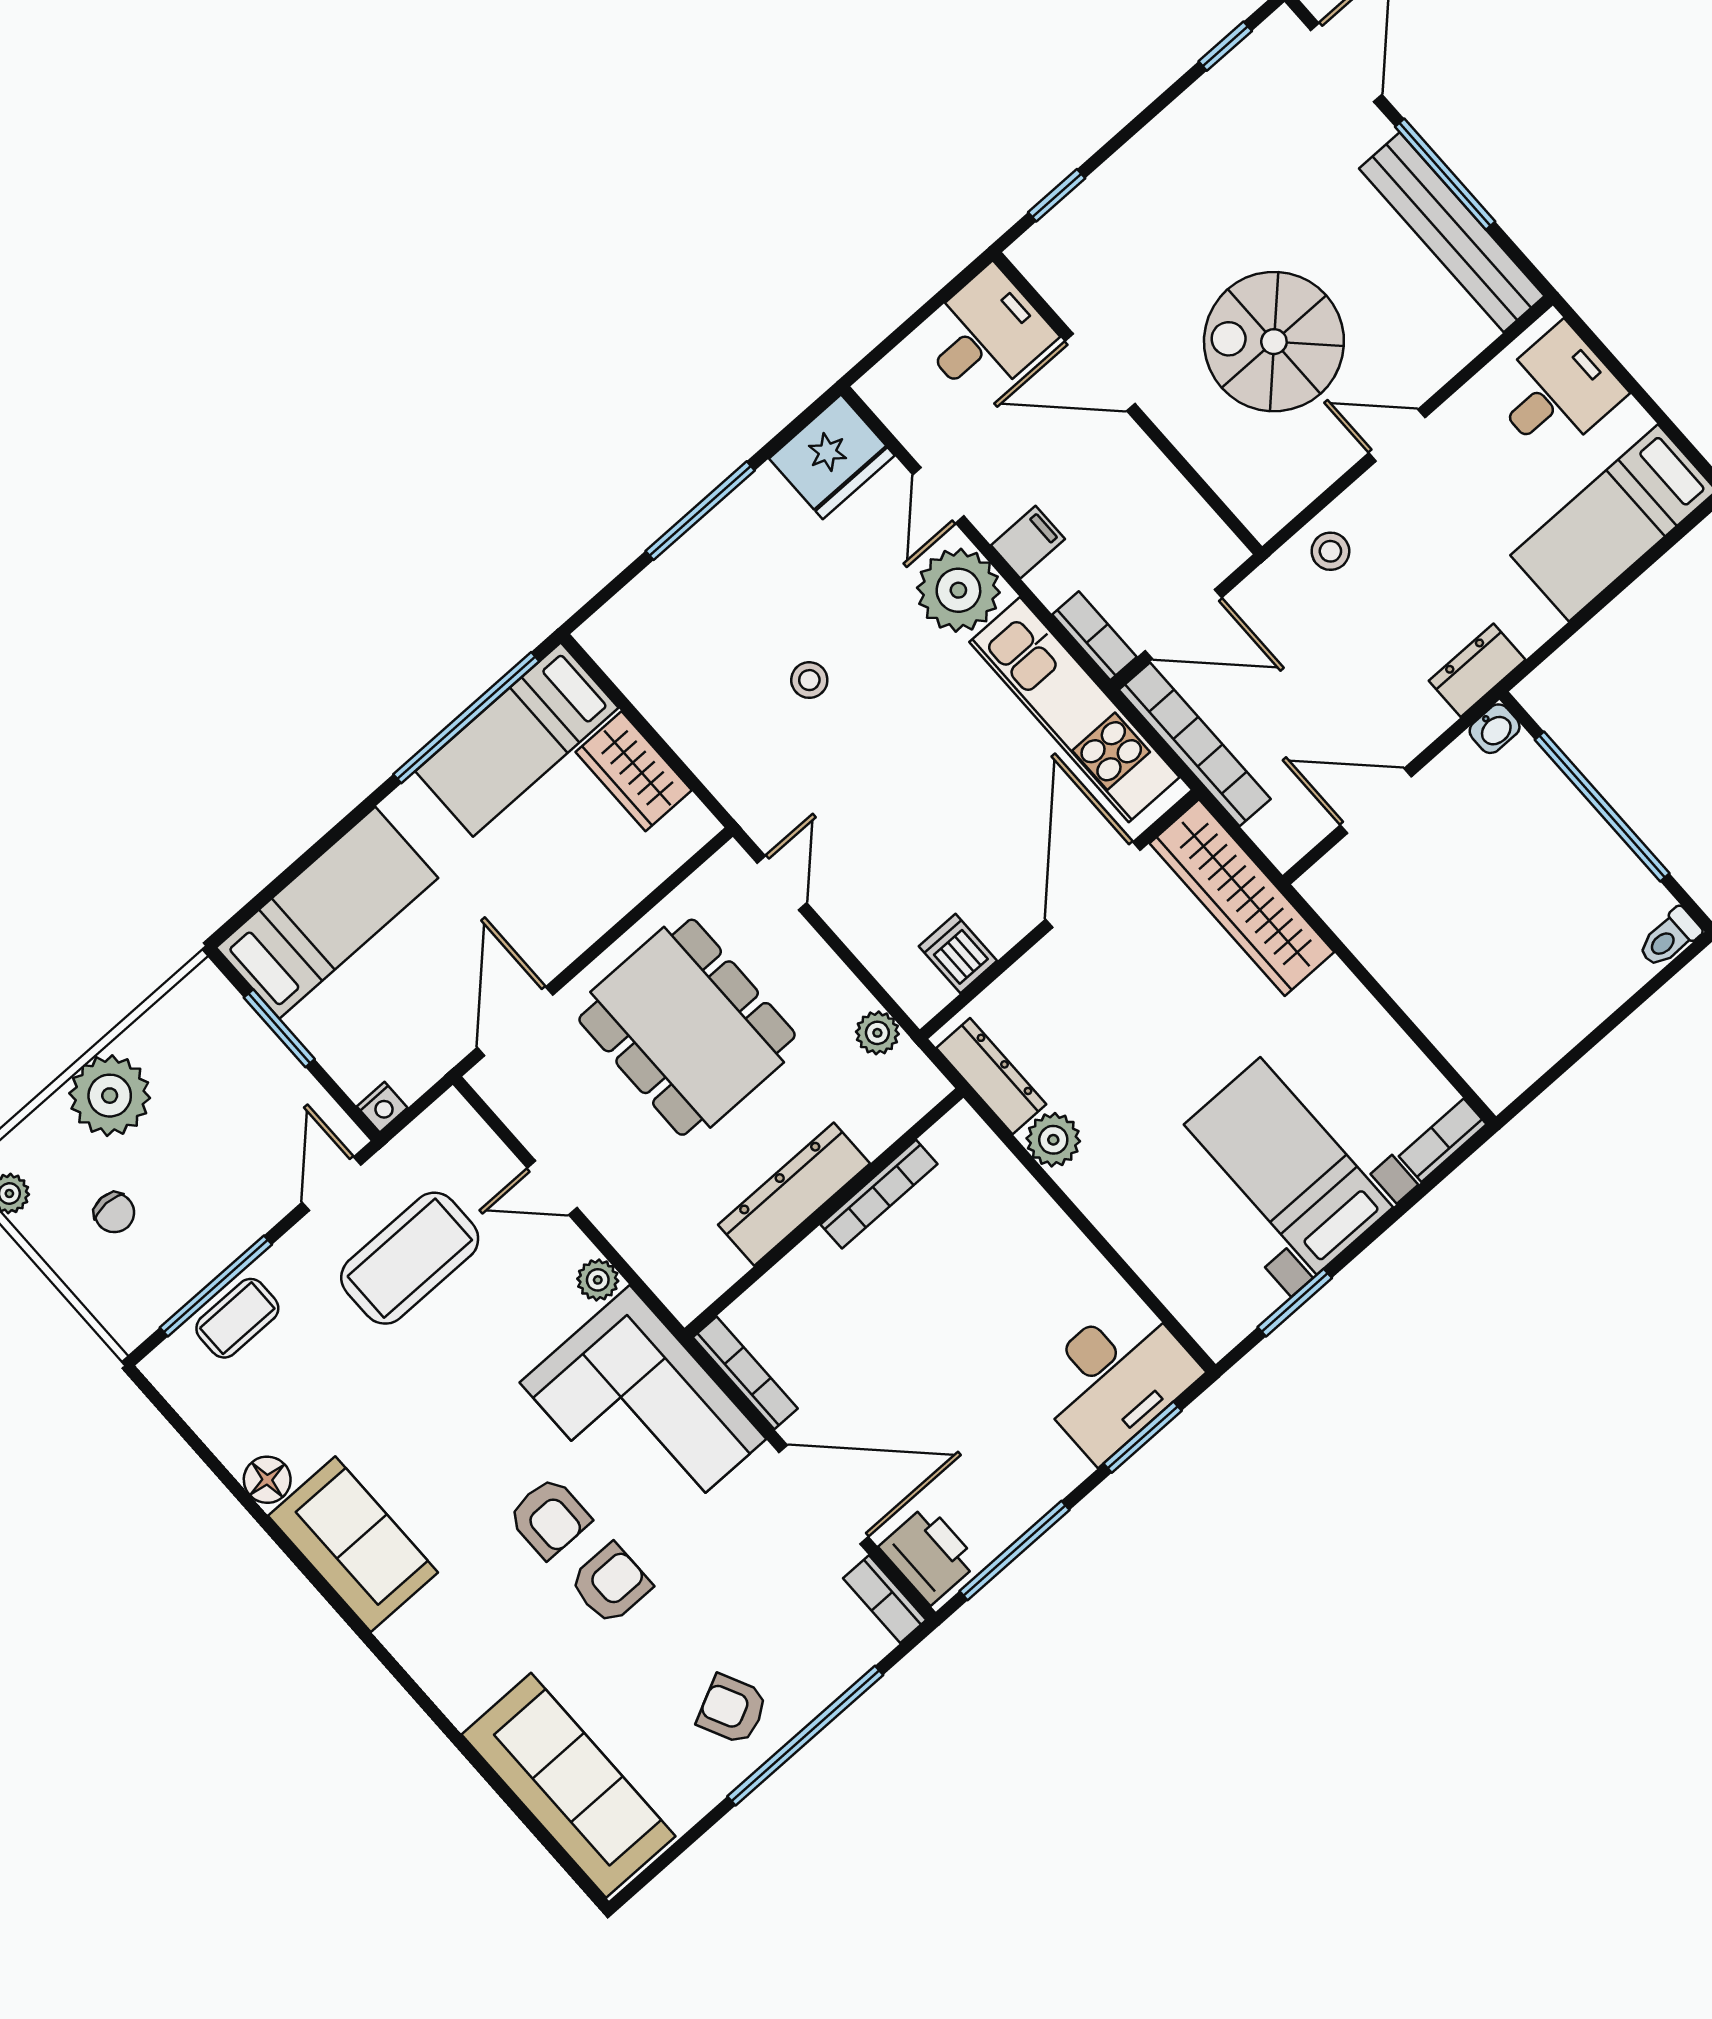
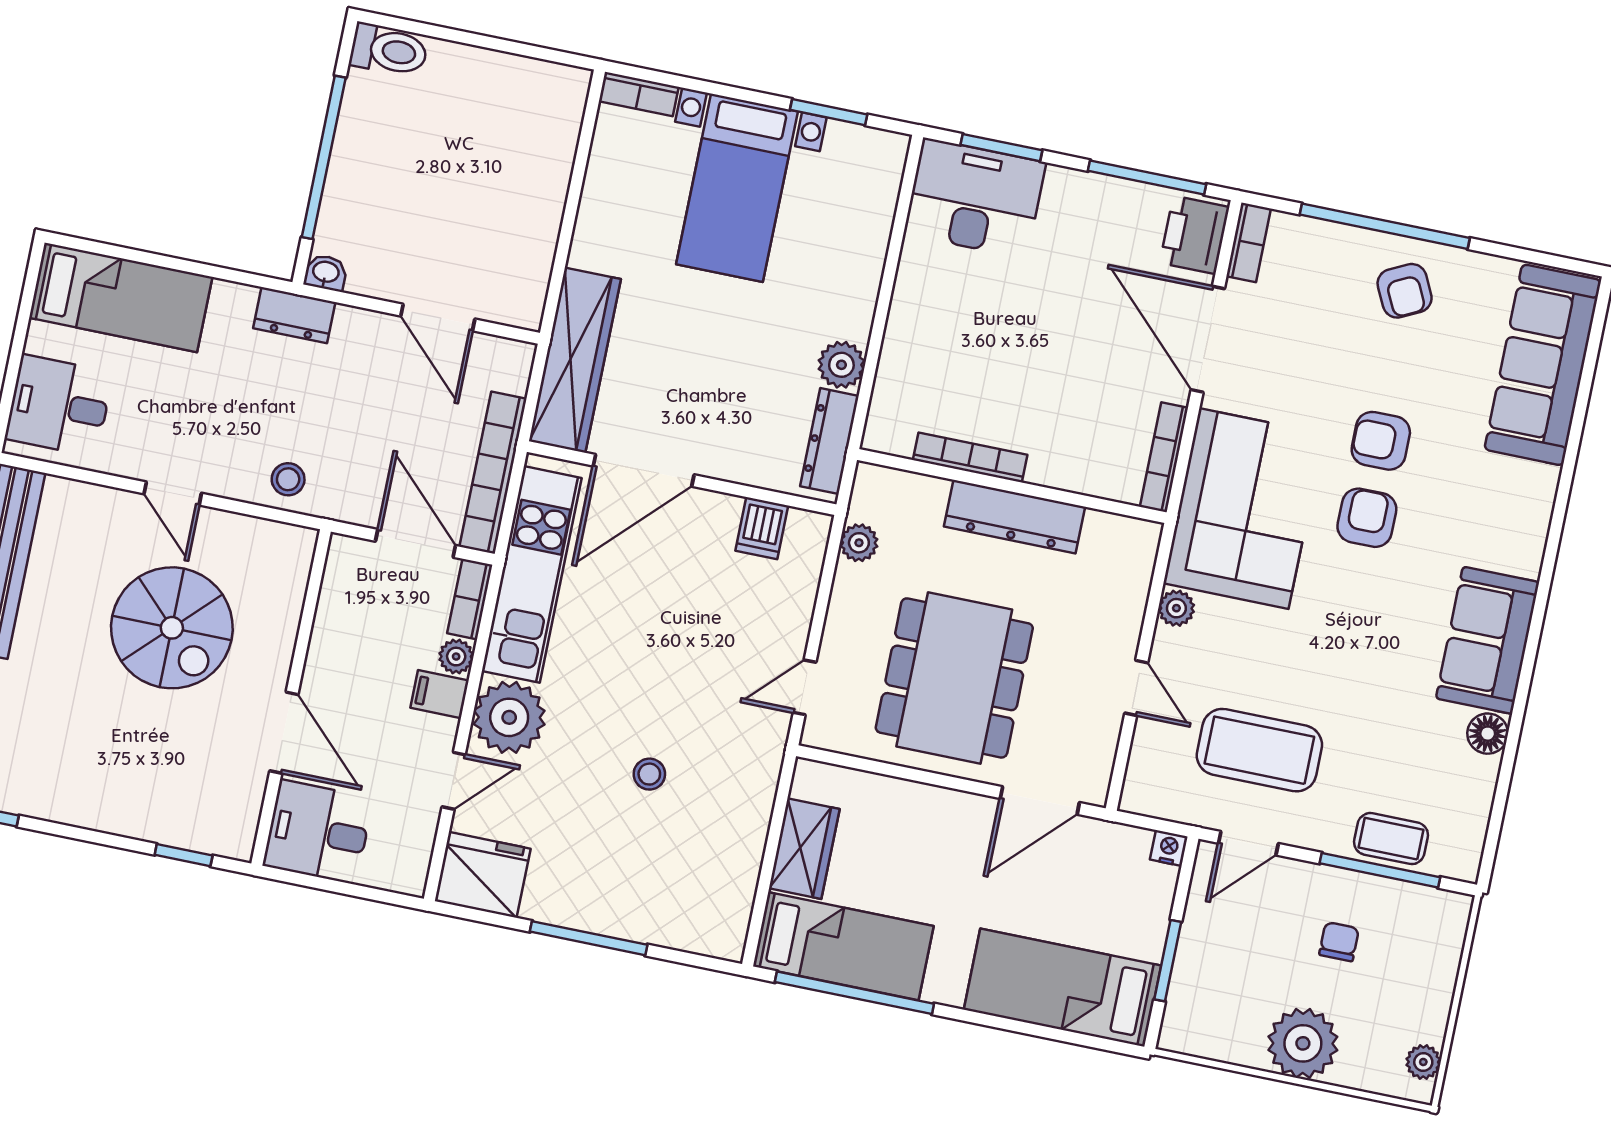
plant: (1051, 583) -> (456, 657), added
toilet: (1669, 938) -> (389, 50), width x1.37, depth x1.39
chair: (114, 1213) -> (1339, 942), moved

